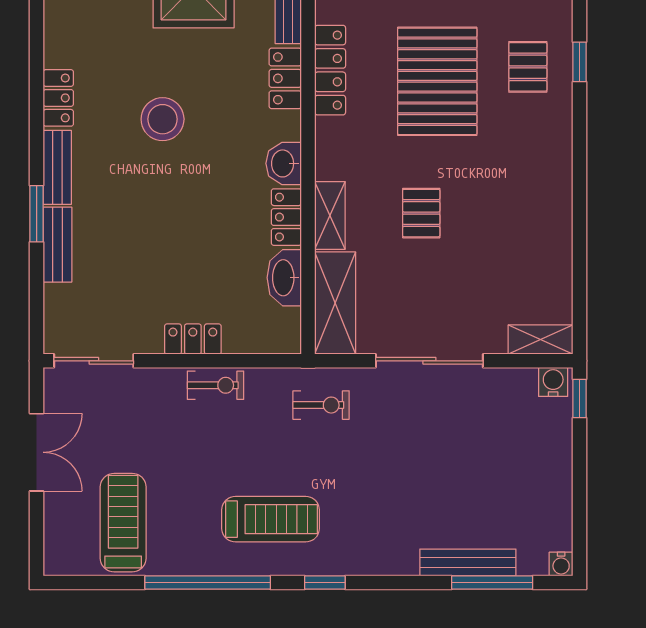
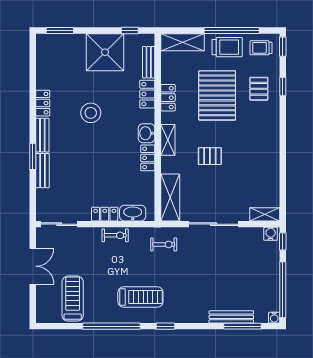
locker: (330, 70) -> (168, 98), width x0.66
pallet: (421, 213) -> (210, 156), turned 90
shelving: (330, 215) -> (168, 140), moved
washbasin: (284, 278) -> (133, 213), moved, turned 90
window: (580, 503) -> (283, 290), added

